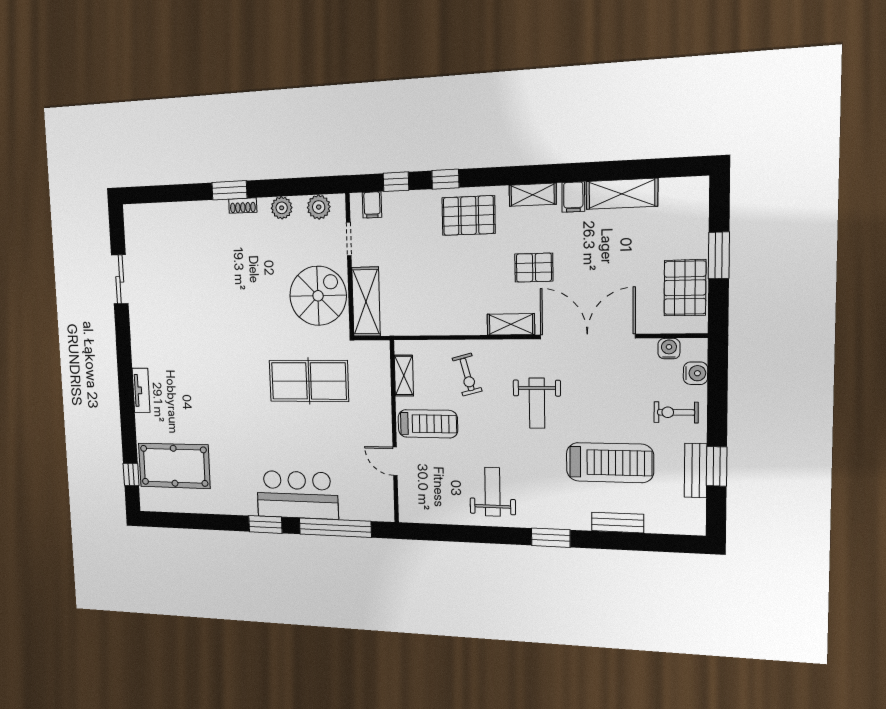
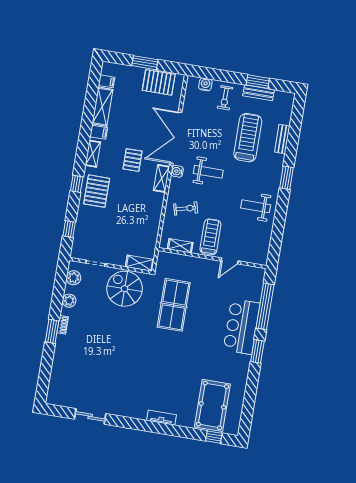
window: (445, 179) -> (77, 184), moved
filing cabinet: (372, 205) -> (107, 81), moved
shelving: (366, 302) -> (140, 263), width x0.67, depth x0.75
water cooler: (669, 349) -> (177, 171), moved

